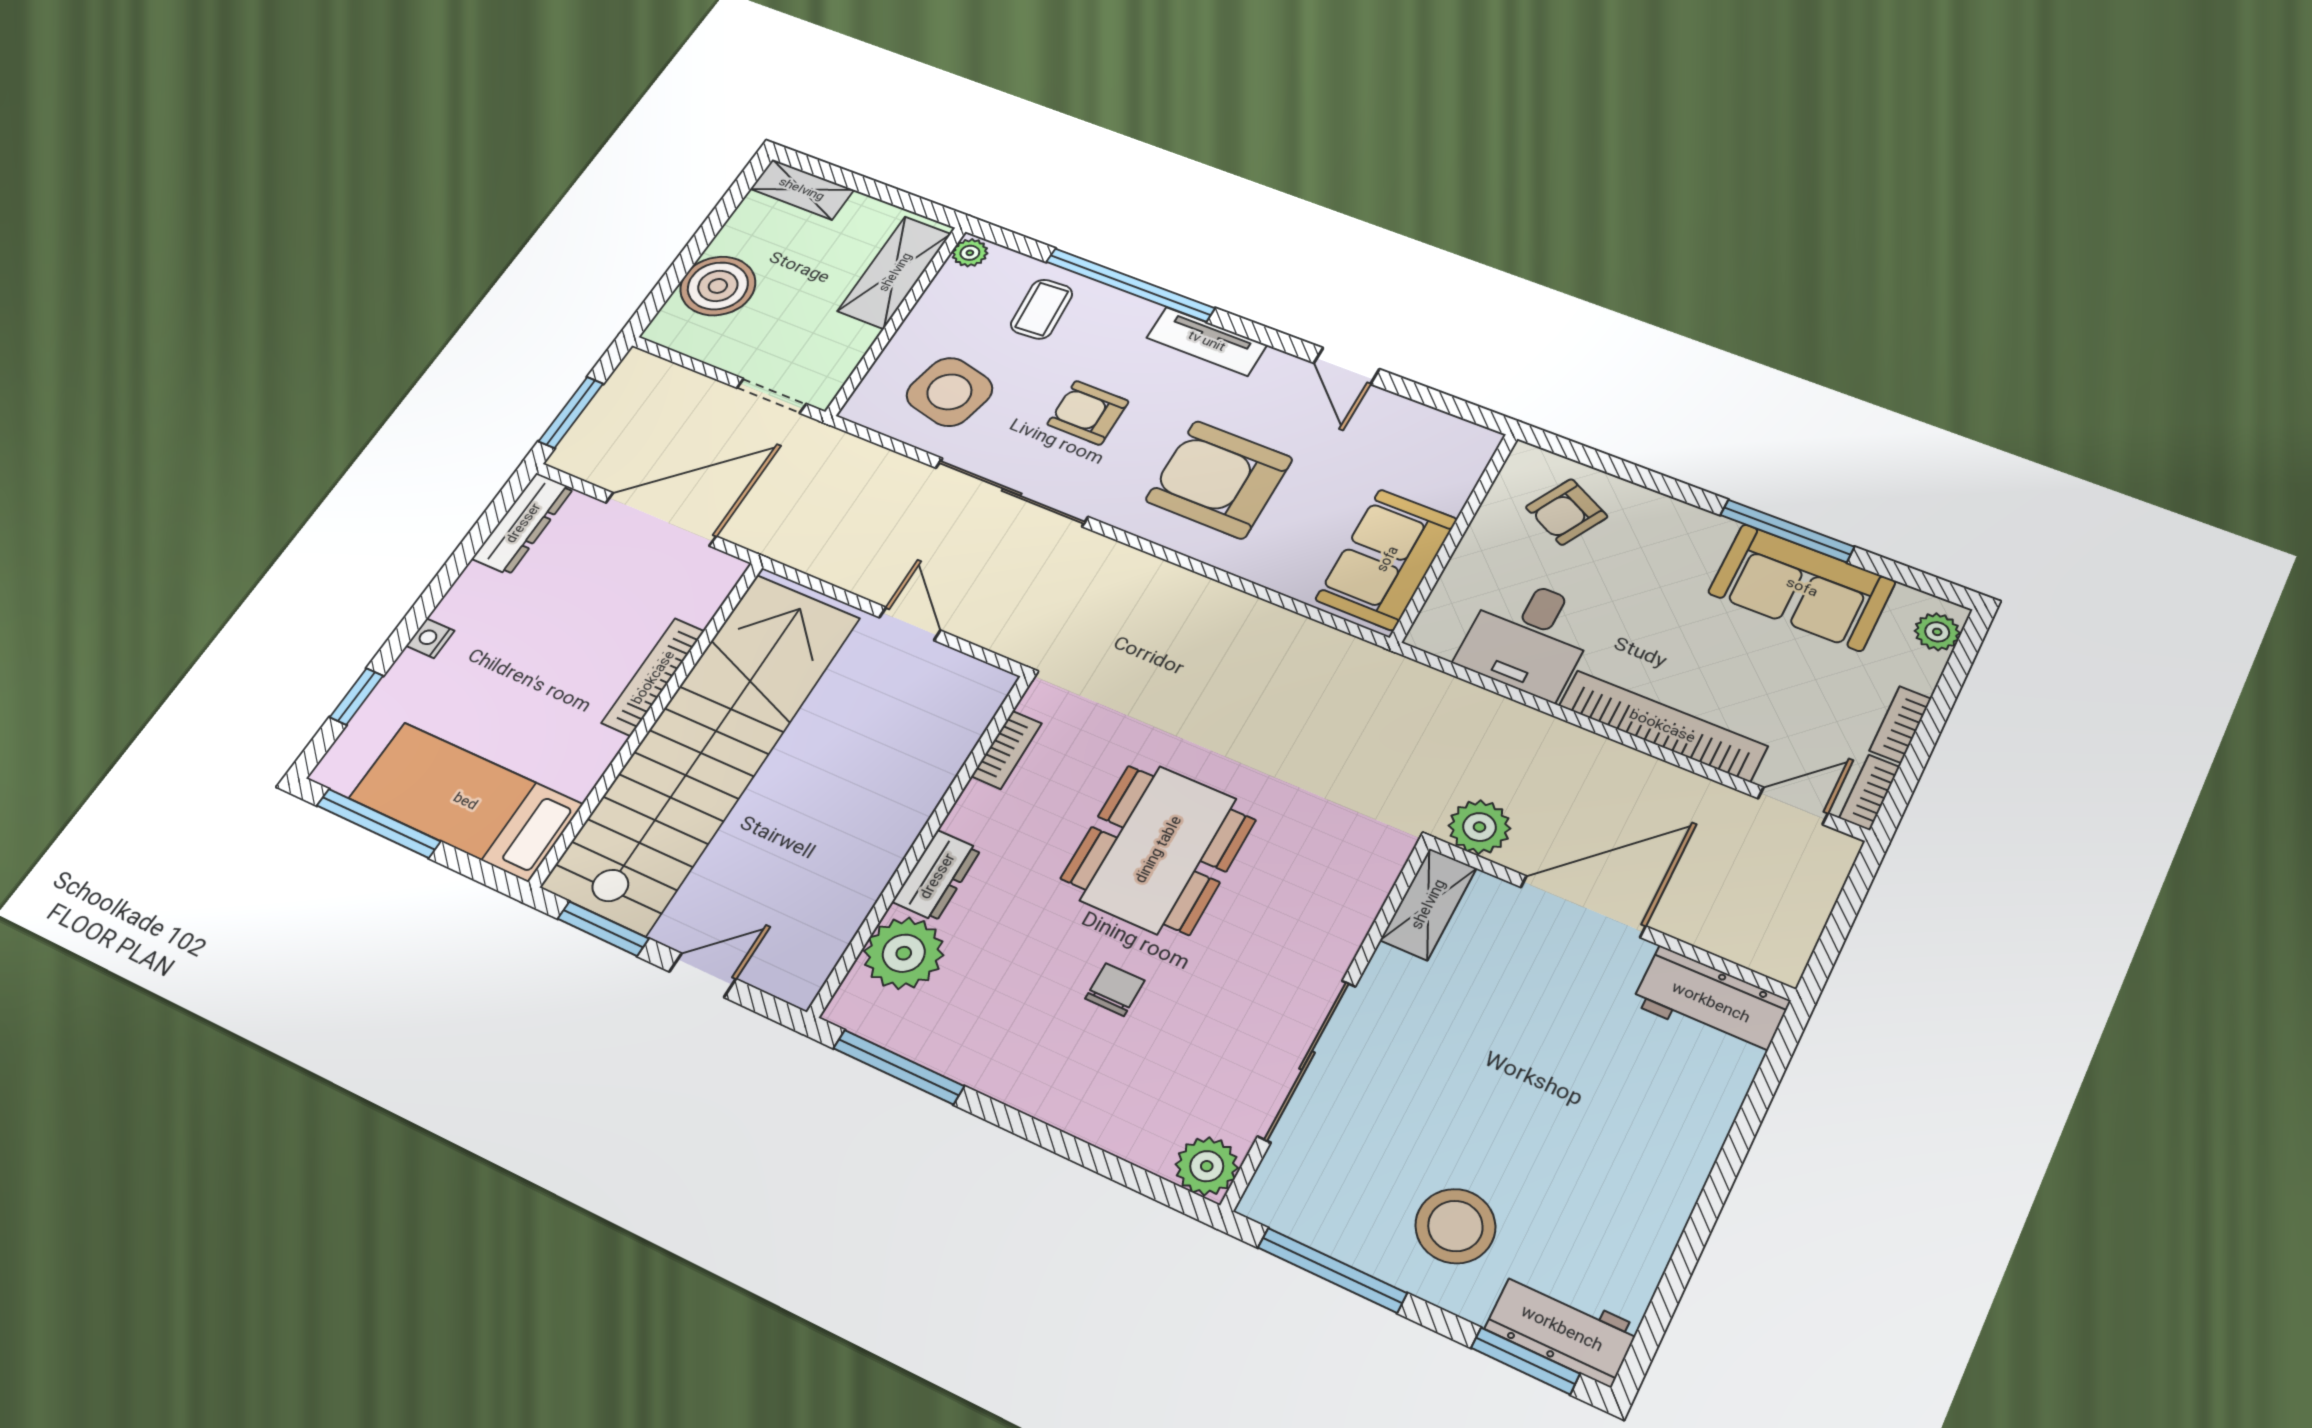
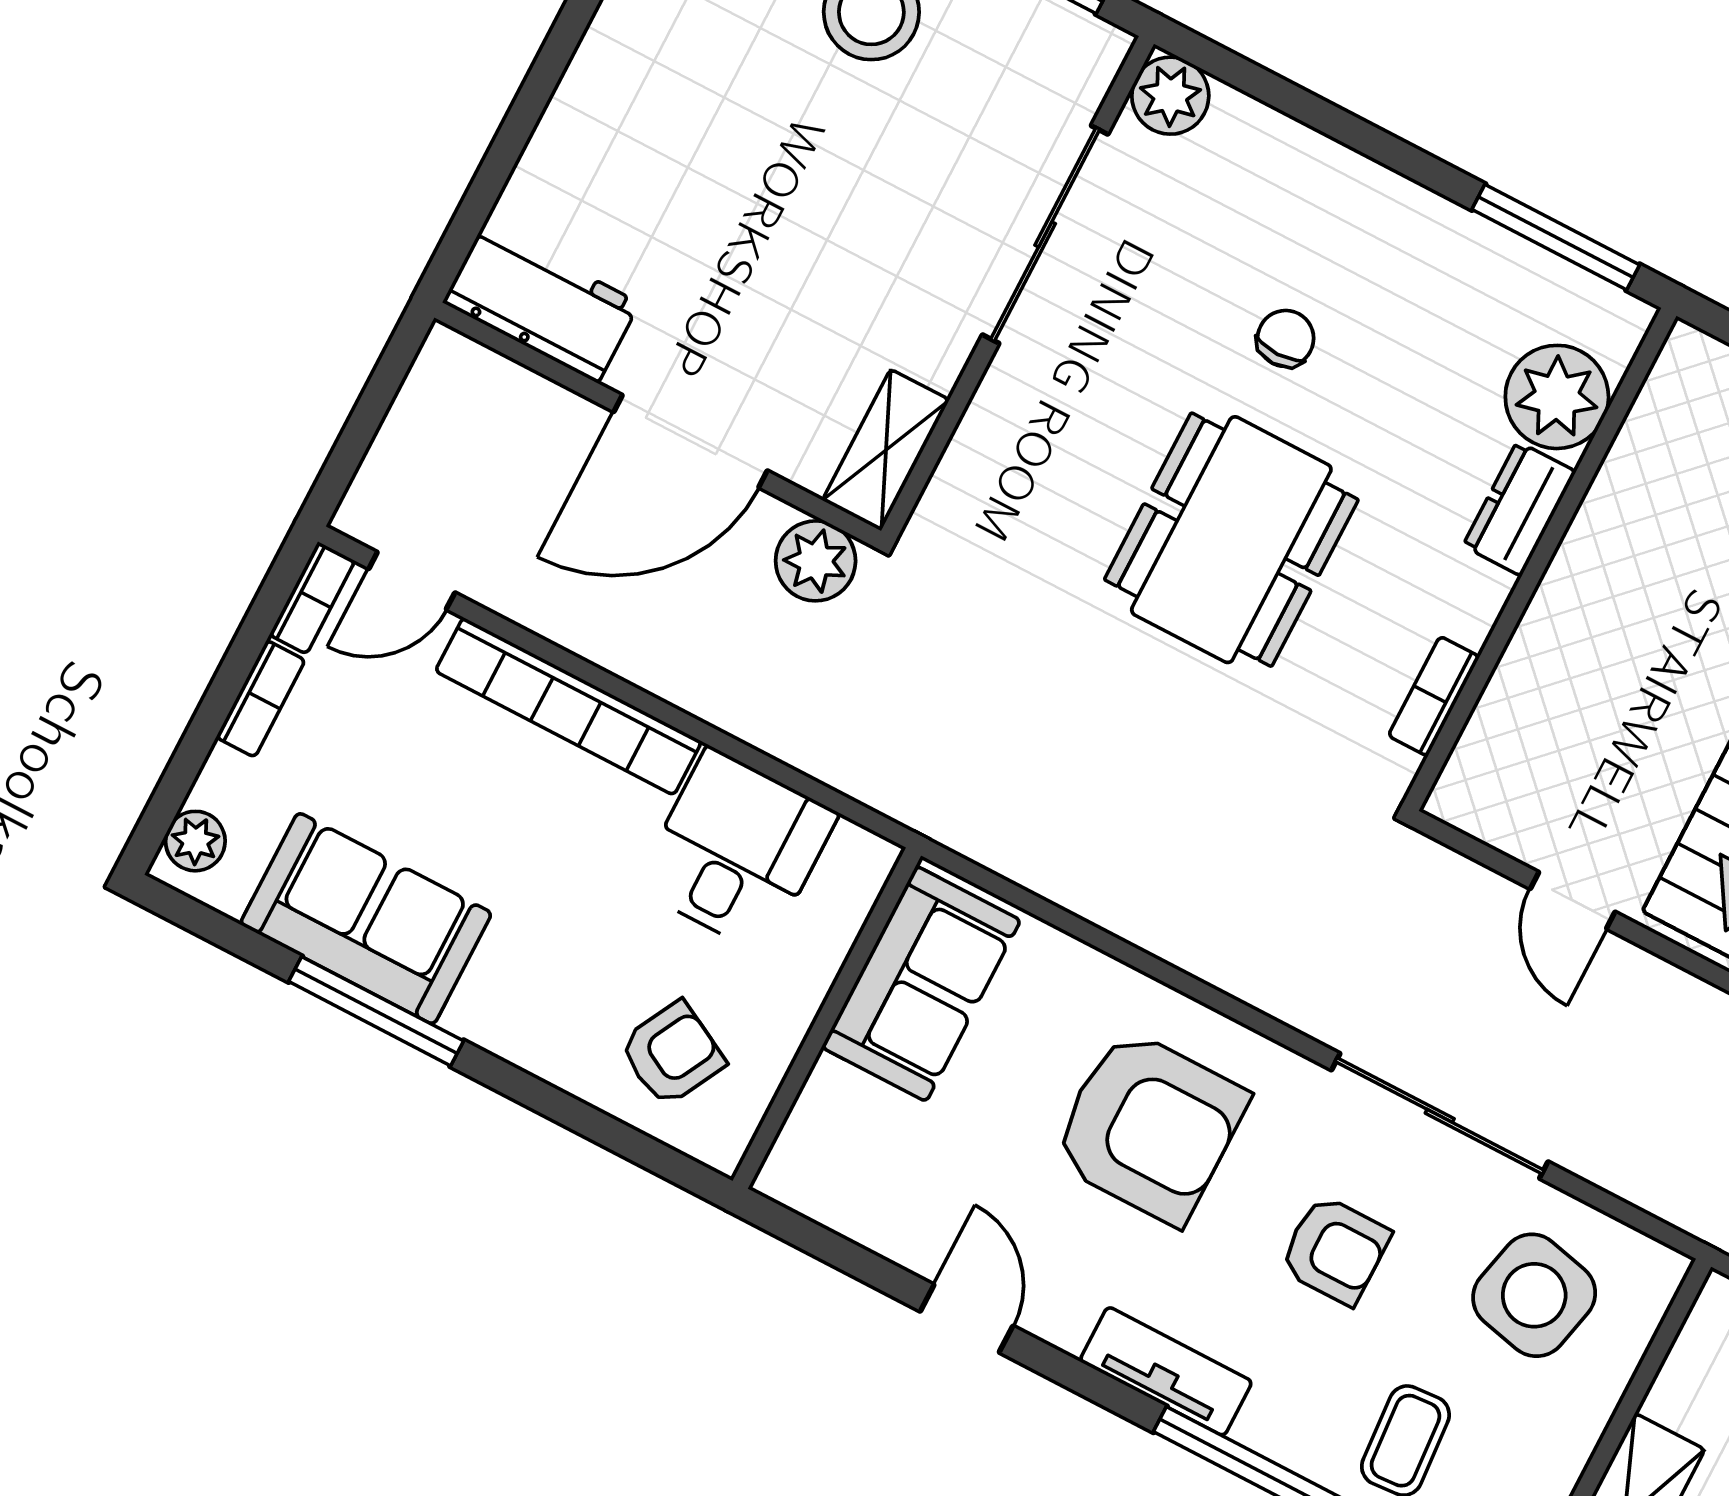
chair: (1115, 990) -> (1286, 338), turned 180

